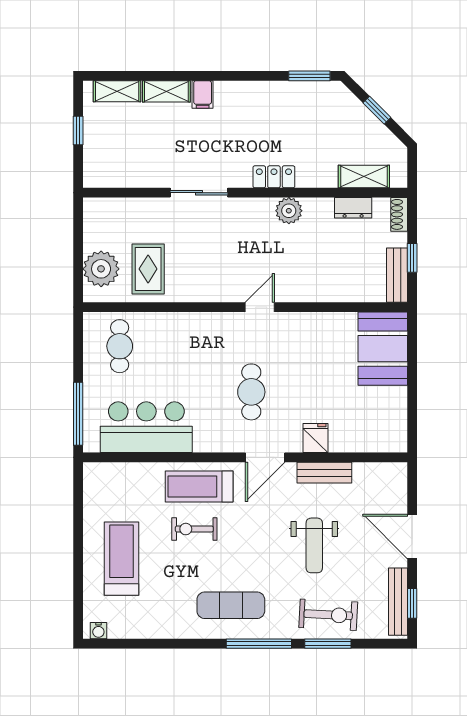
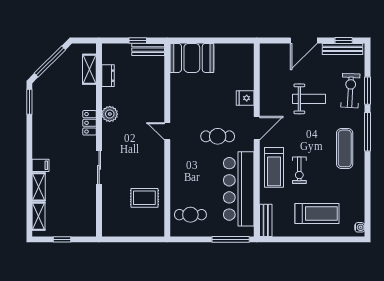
window: (377, 110) -> (50, 62), width x2.17
shoe rack: (399, 214) -> (112, 48), removed
plant: (101, 269) -> (144, 226), removed
bar counter: (146, 427) -> (239, 189), width x1.36
door: (265, 457) -> (257, 128), hinge flipped
bench: (324, 473) -> (266, 220), moved
treadmill: (122, 559) -> (317, 214), turned 180

